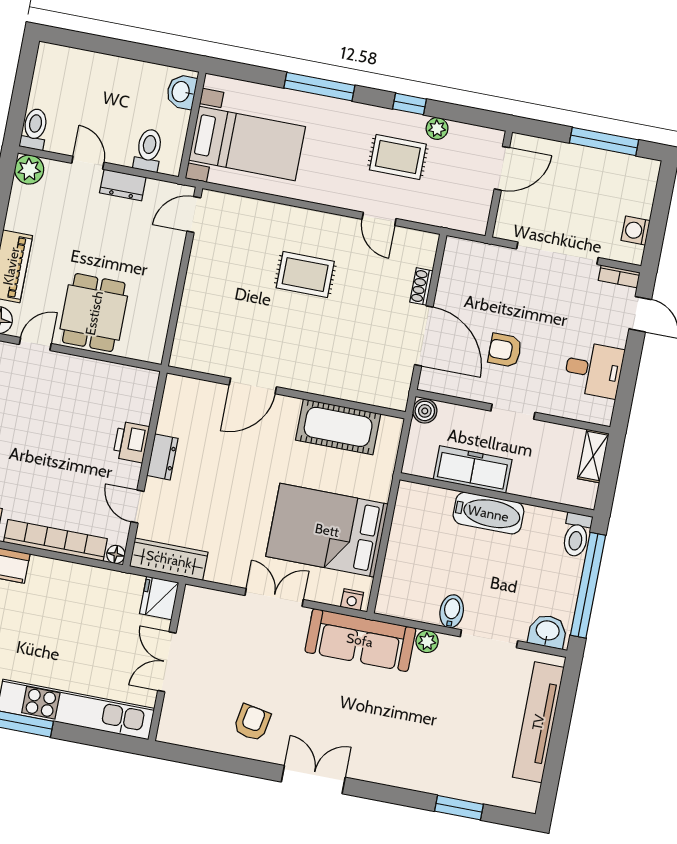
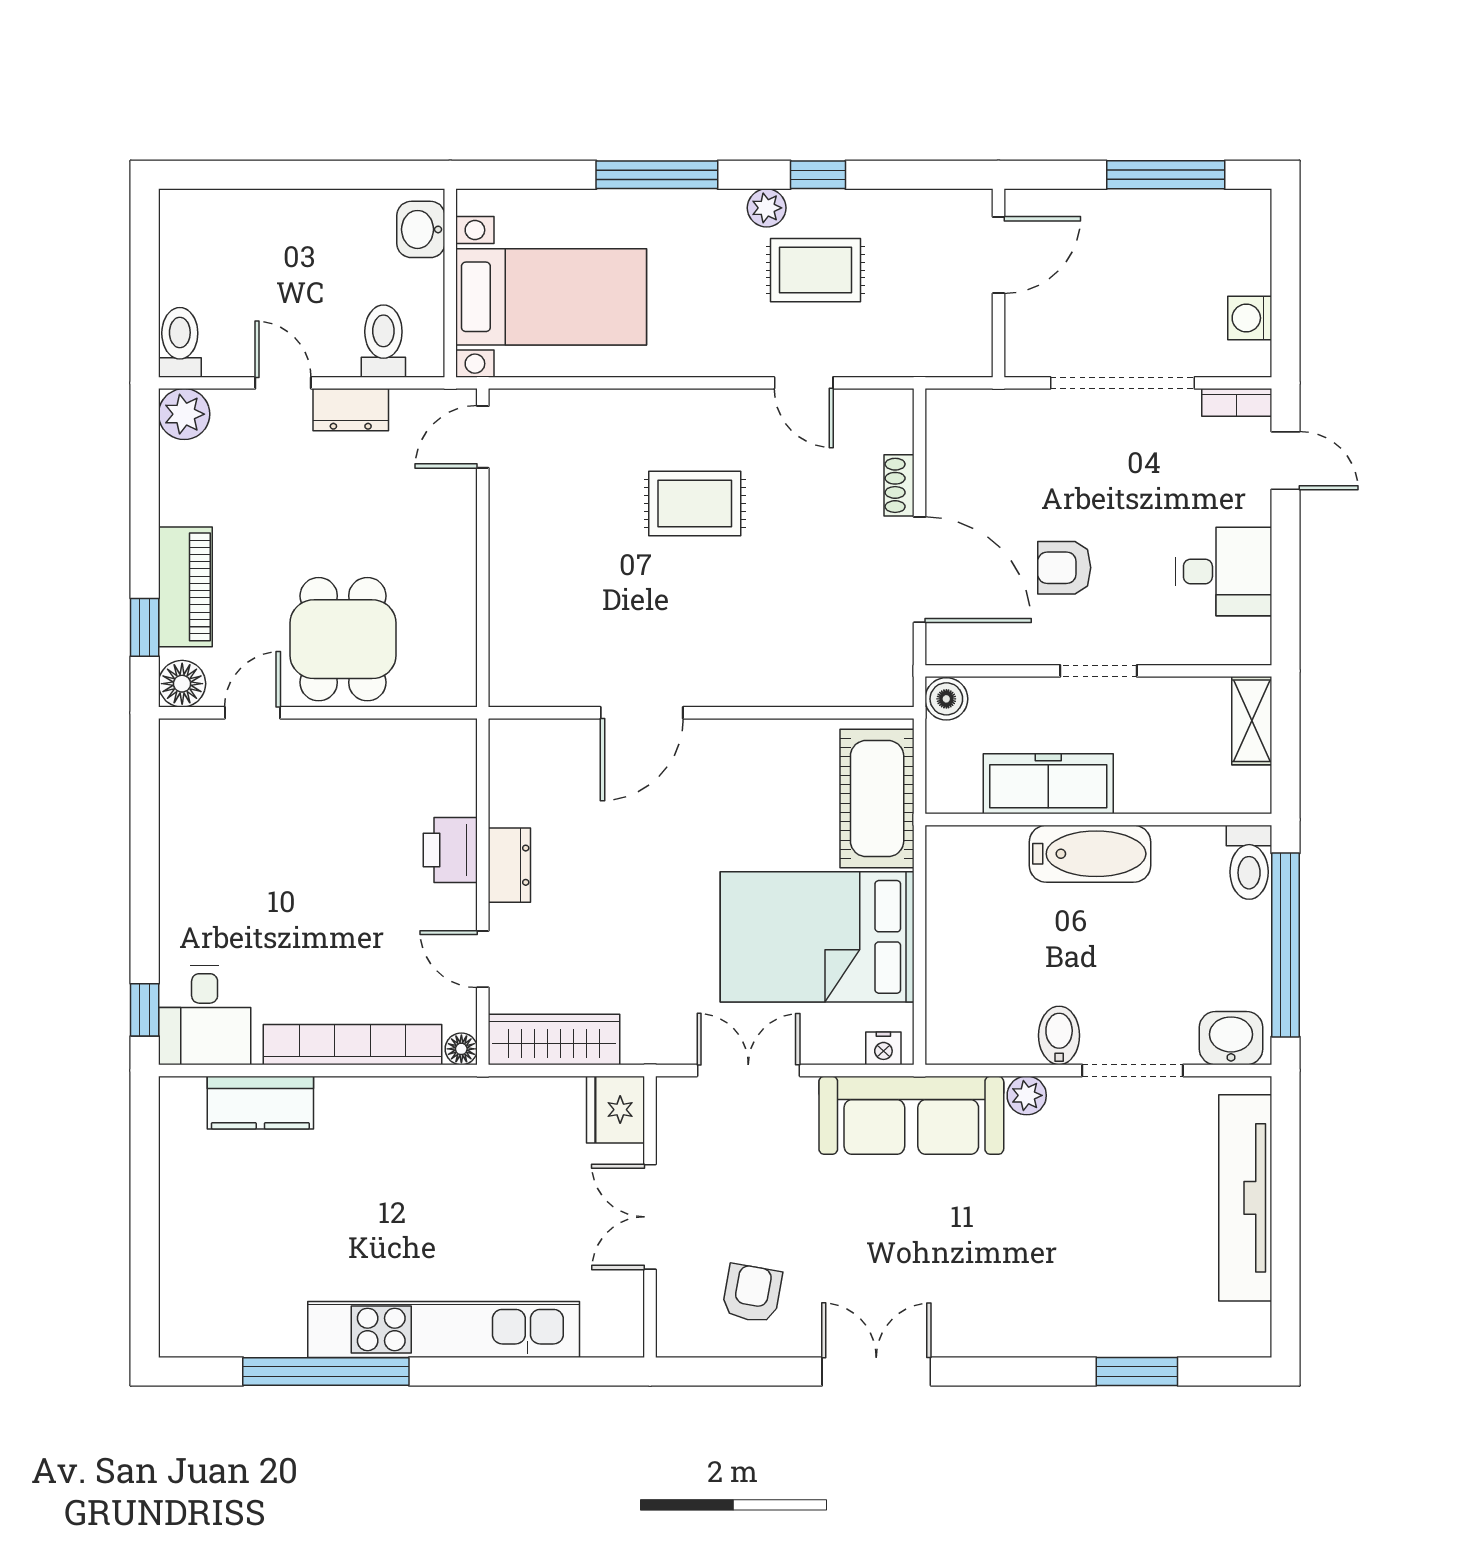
plant: (437, 128) -> (767, 208), moved
cot: (338, 427) -> (877, 799), moved, turned 90
fridge: (159, 598) -> (616, 1110), moved
double door: (167, 662) -> (650, 1217), moved
wall: (167, 662) -> (650, 1217), moved

